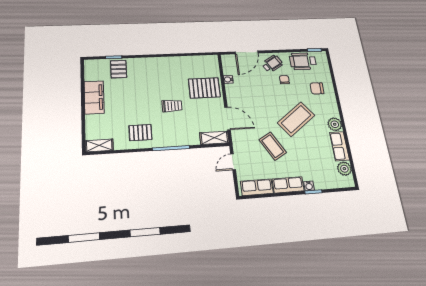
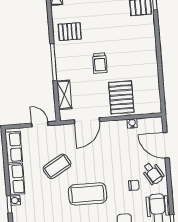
coffee table: (296, 119) -> (88, 194), turned -53
pallet: (140, 133) -> (70, 32), turned 90
shelving: (214, 138) -> (64, 95), moved

